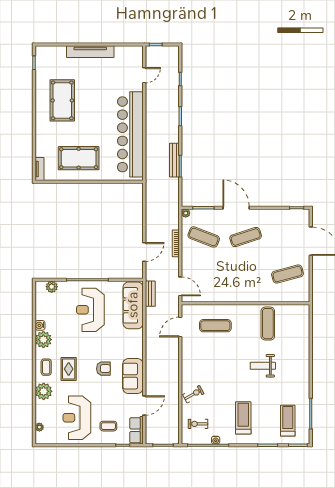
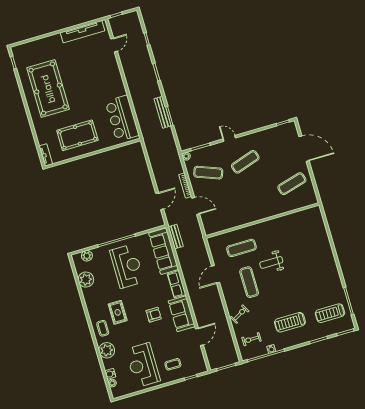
tv unit: (90, 52) -> (83, 32), moved
pool table: (62, 100) -> (48, 89), width x1.36, depth x1.32
bar counter: (130, 134) -> (122, 118), width x0.54
door: (236, 208) -> (229, 138), width x0.53
door: (180, 286) -> (196, 206), moved
reception desk: (90, 310) -> (127, 266), turned 180
exercise mat: (268, 324) -> (249, 282), moved
water cooler: (40, 325) -> (110, 374), moved
door: (180, 327) -> (216, 274), moved
plant: (43, 340) -> (86, 280), moved
weight bench: (263, 366) -> (271, 262), moved
rug: (69, 369) -> (118, 312), moved
treadmill: (243, 418) -> (290, 322), turned -90
treadmill: (288, 421) -> (330, 313), turned -90
row of seats: (137, 430) -> (176, 284), moved

